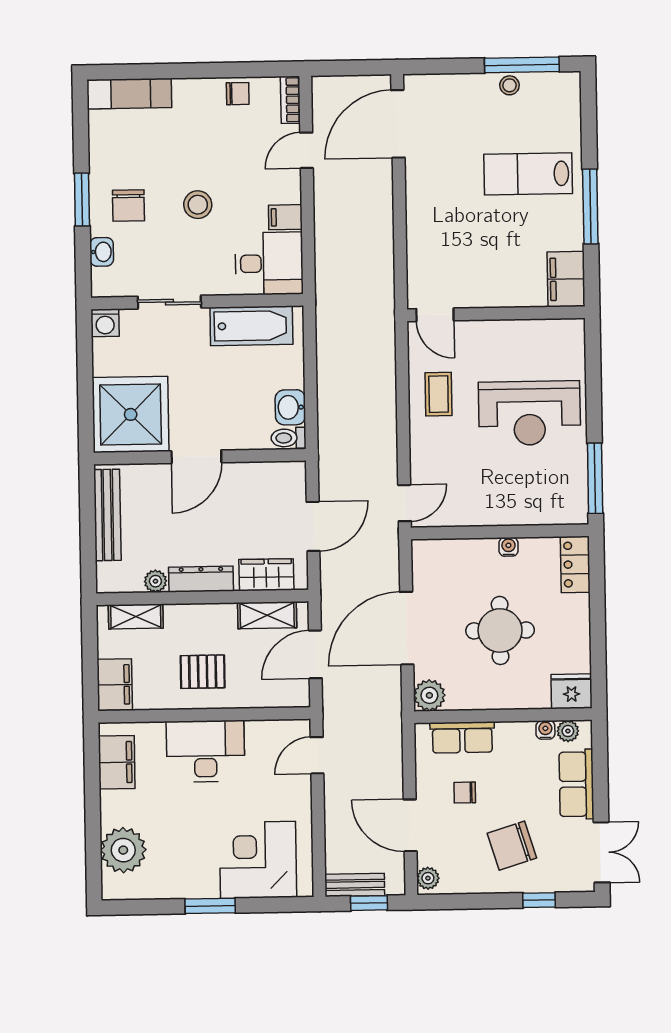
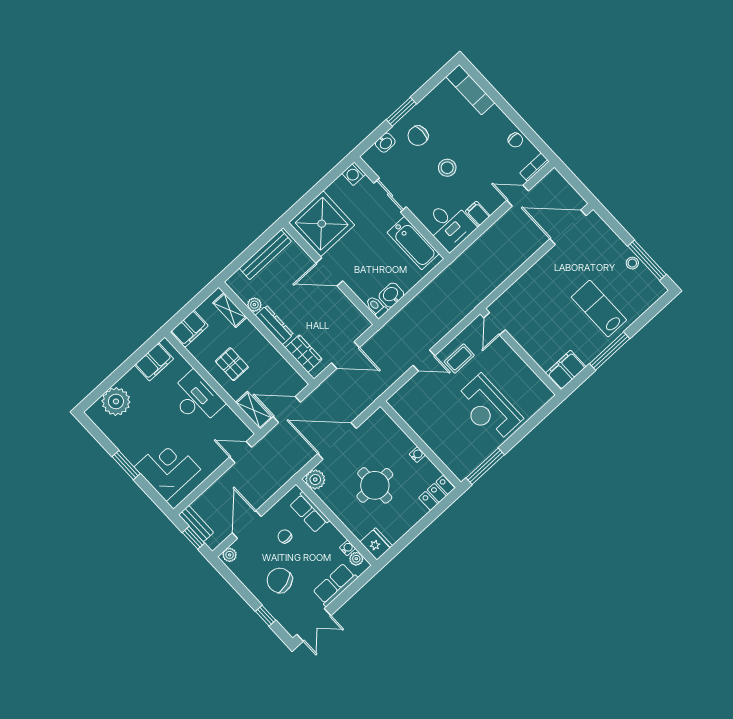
door: (405, 503) -> (424, 361), moved
shelving: (267, 615) -> (254, 410), moved

